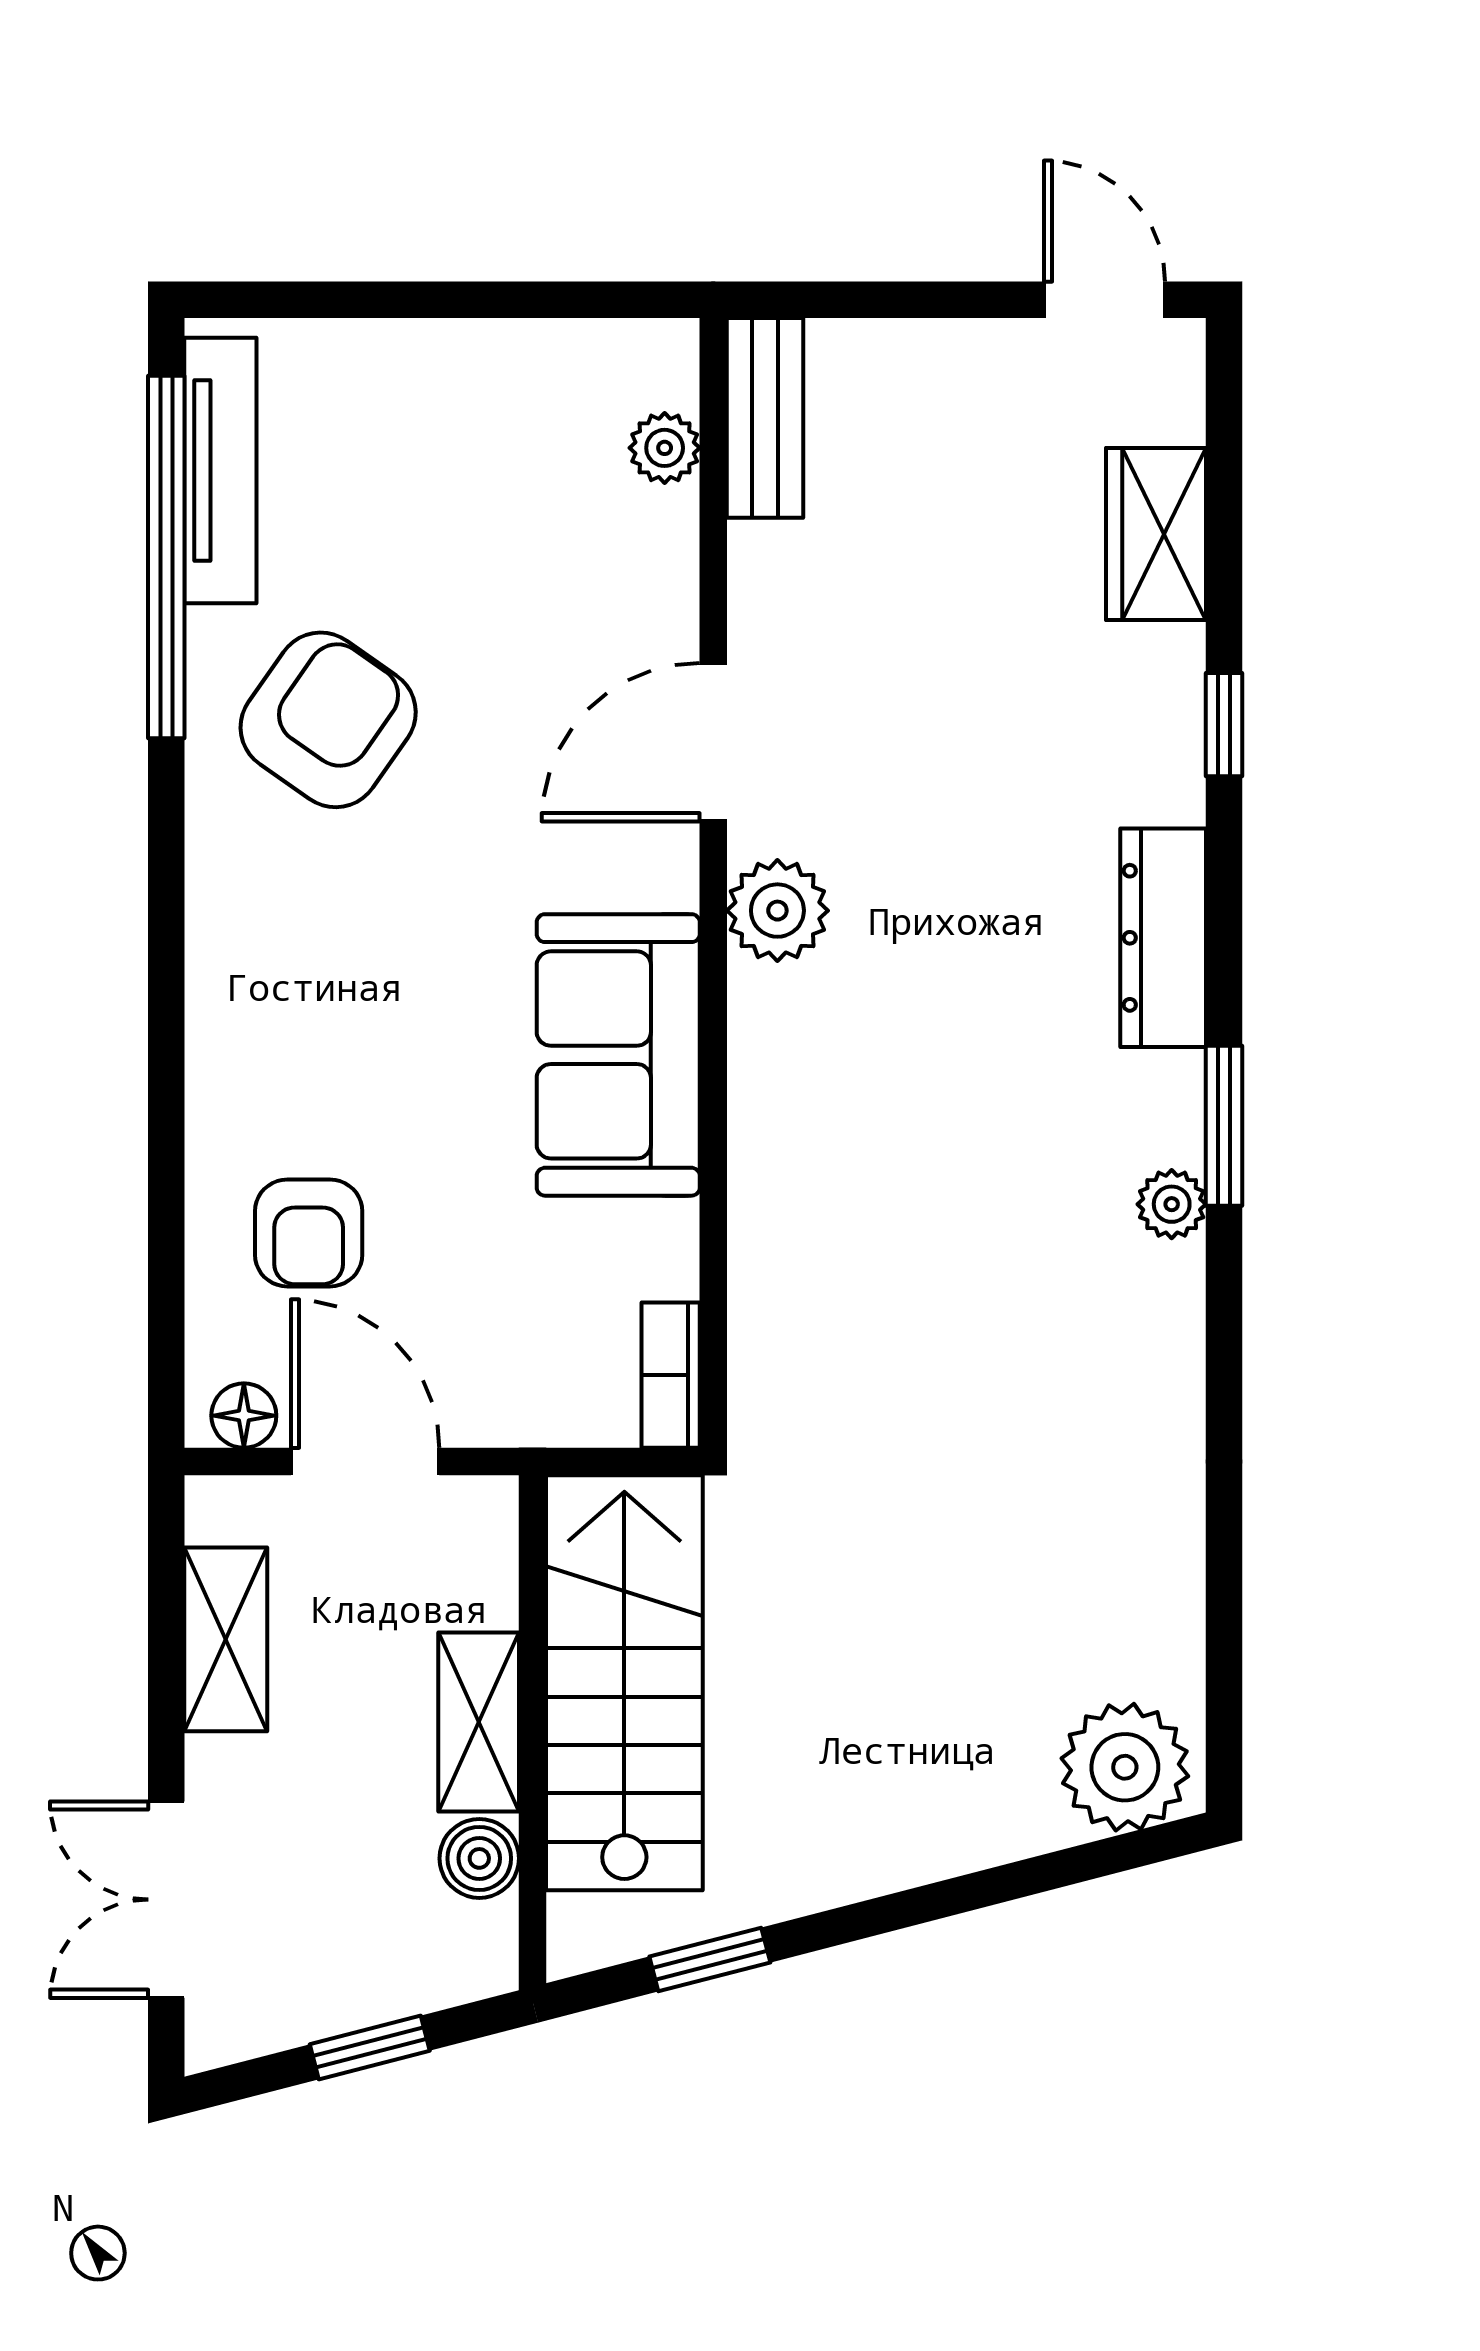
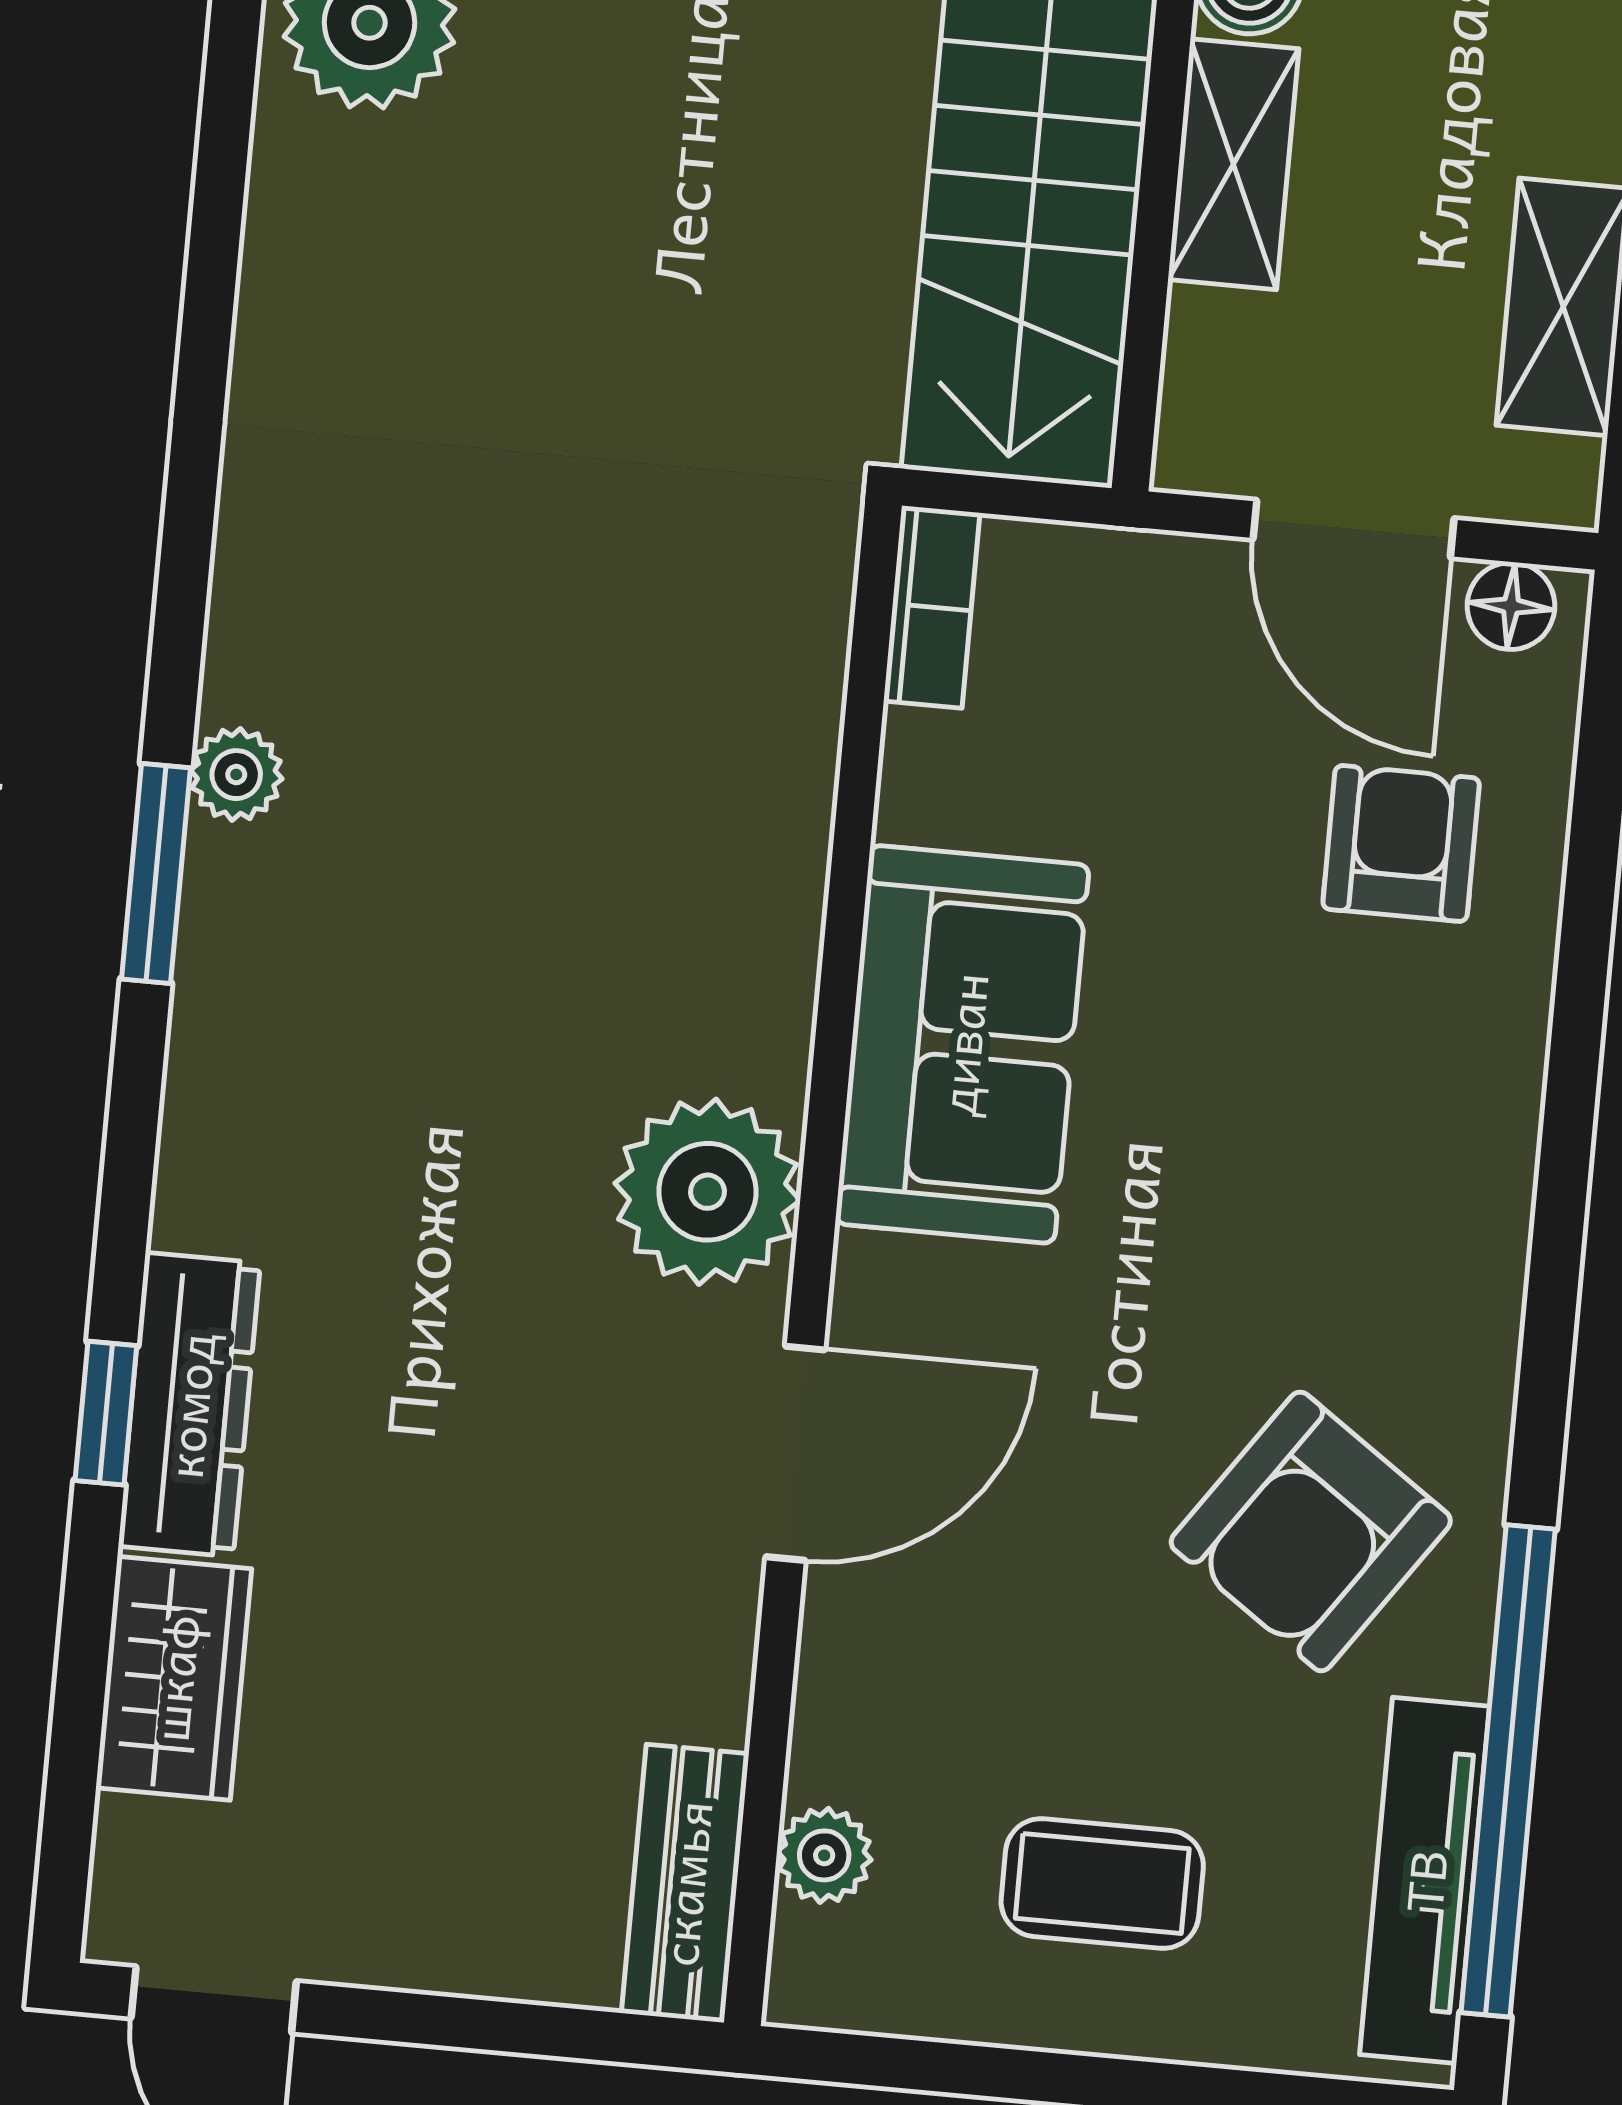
coffee table: (458, 446) -> (1102, 1883), added
plant: (777, 911) -> (707, 1192), width x1.36, depth x1.36
dresser: (1163, 938) -> (189, 1405), moved

